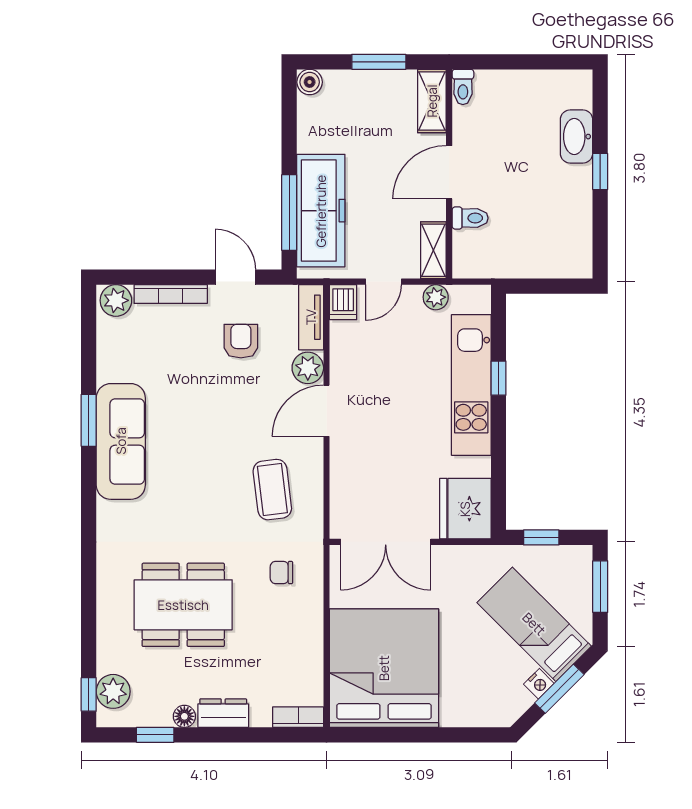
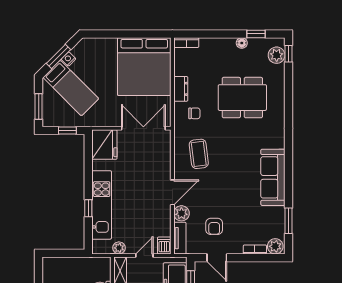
bookcase: (171, 294) -> (255, 249), width x0.64
window: (89, 420) -> (289, 221), moved
dresser: (223, 713) -> (181, 89), moved, turned -90

